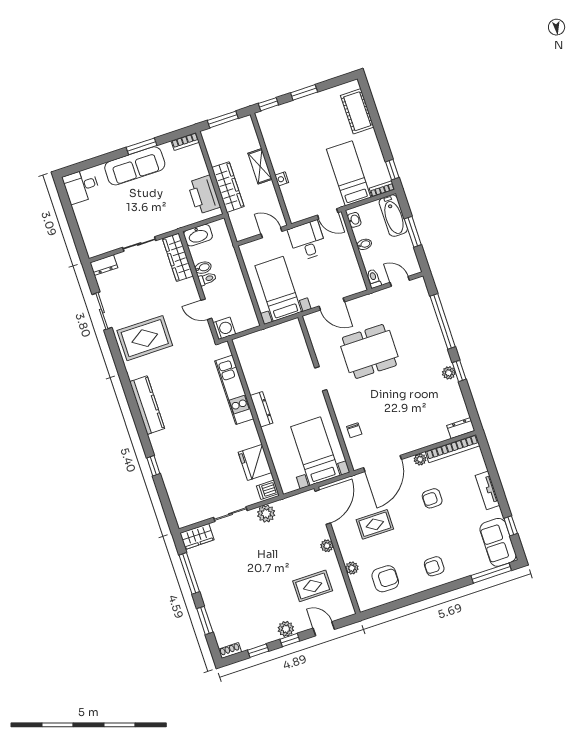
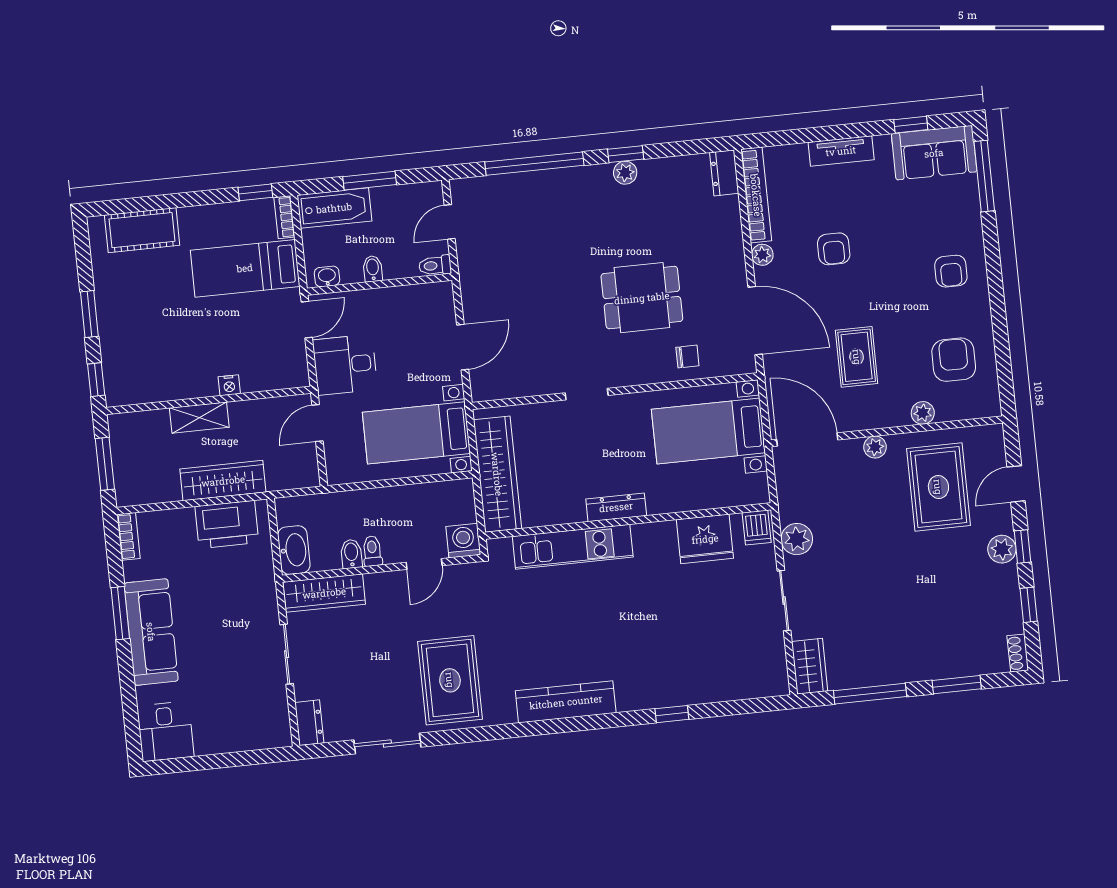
wardrobe: (265, 339) -> (497, 474), added
dining table: (369, 351) -> (642, 298), moved, width x0.73
rug: (313, 586) -> (938, 487), width x1.36, depth x1.43

